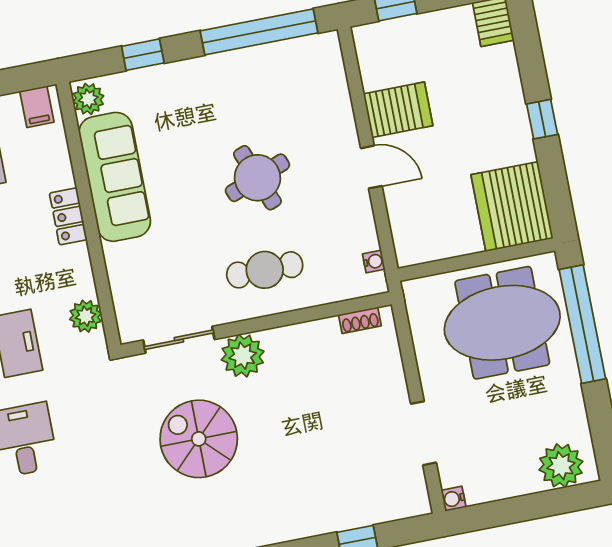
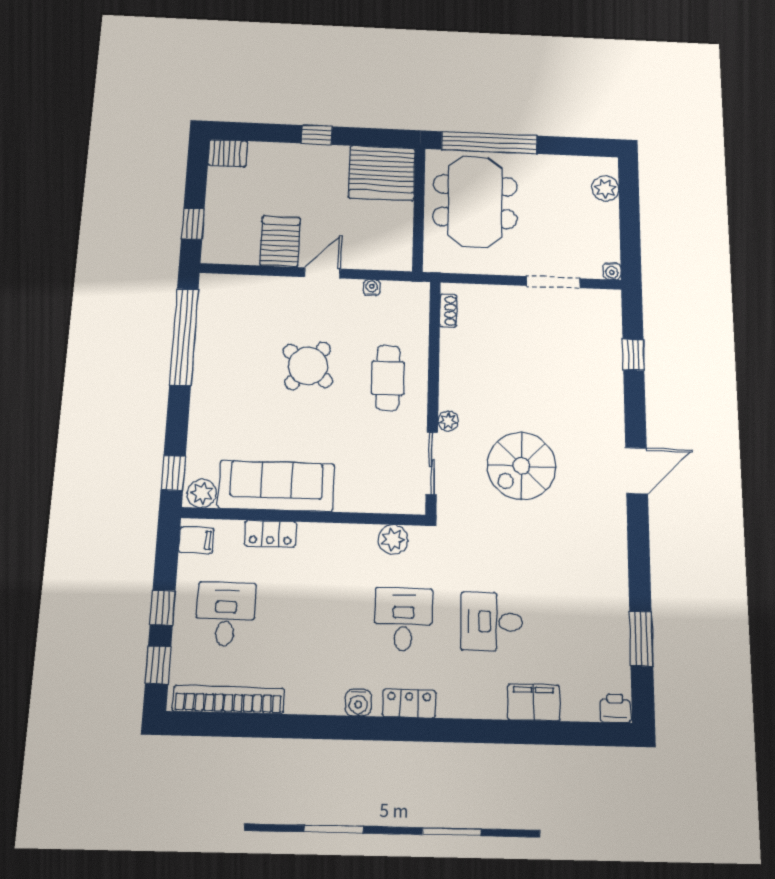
window: (143, 55) -> (173, 473), moved
round table: (257, 178) -> (308, 366), turned -30
locker: (68, 216) -> (270, 534), moved
water cooler: (374, 262) -> (372, 288), moved
plant: (243, 356) -> (448, 421), width x0.53, depth x0.53
plant: (561, 466) -> (605, 189), width x0.73, depth x0.73

